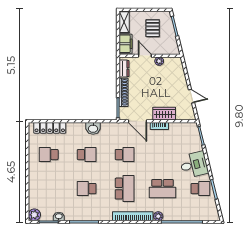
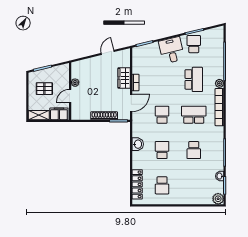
dresser: (124, 68) -> (82, 115), removed

